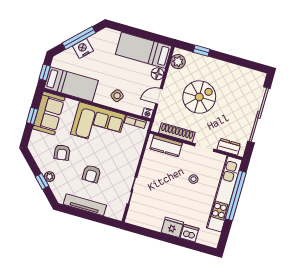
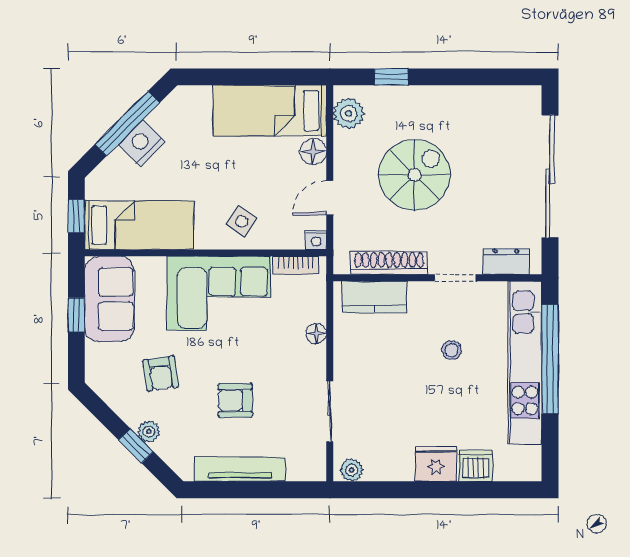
floor lamp: (136, 155) -> (316, 333), added
armchair: (92, 174) -> (235, 400), turned 90
plant: (134, 219) -> (352, 470), added

